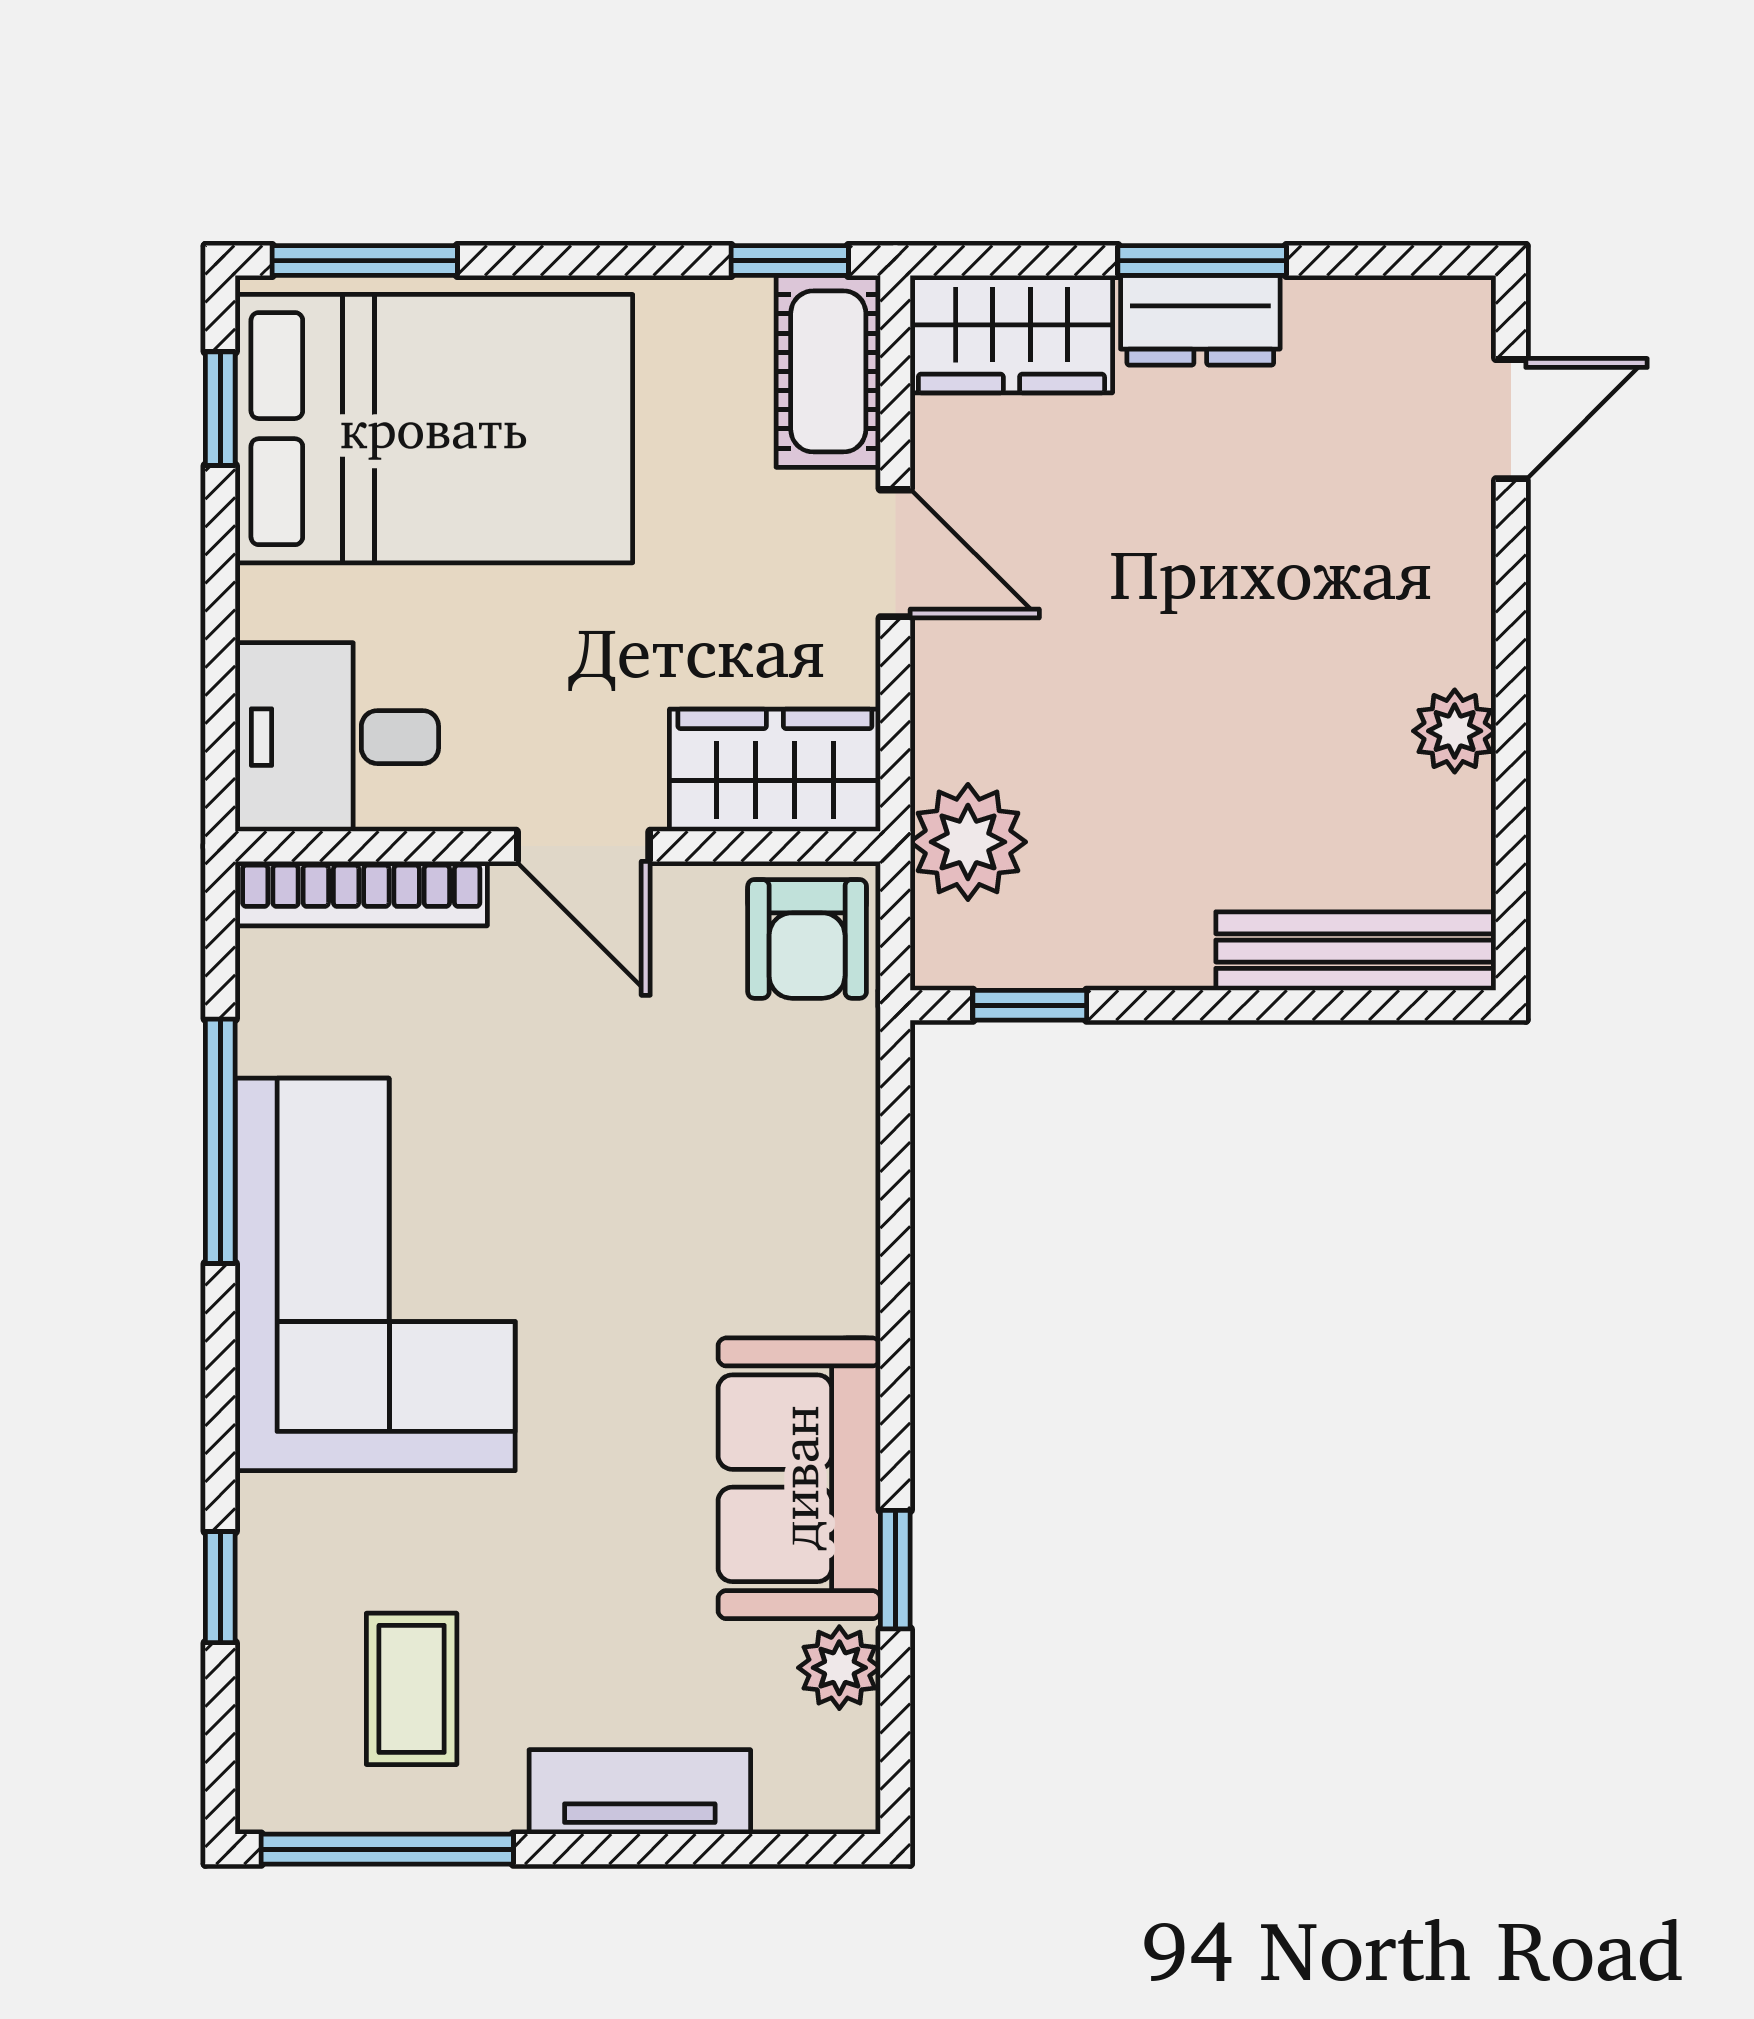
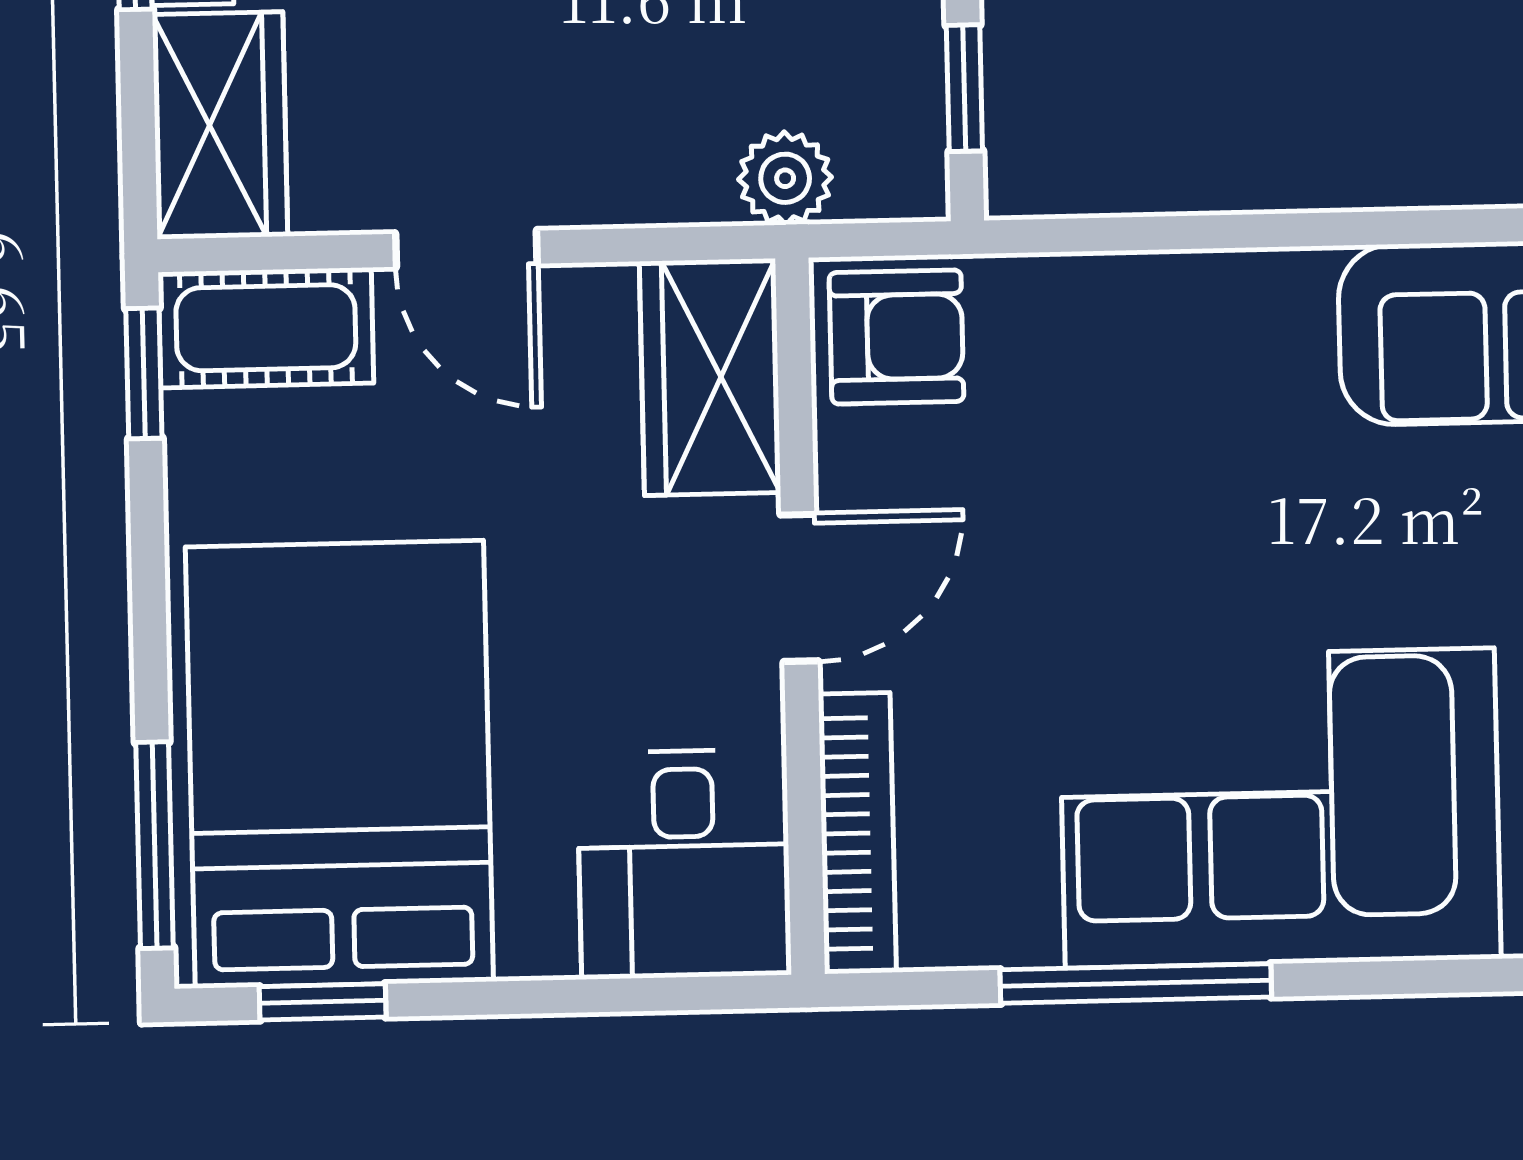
door: (895, 553) -> (466, 249), swing flipped
plant: (968, 842) -> (785, 178), width x0.73, depth x0.73

